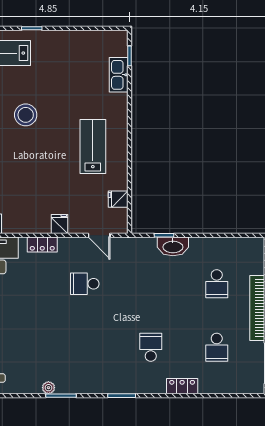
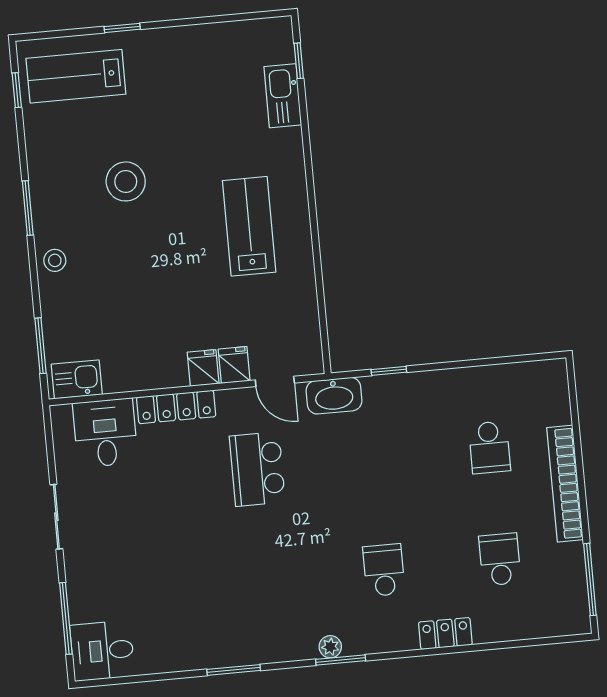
fridge: (118, 199) -> (234, 365), moved, turned 90
locker: (42, 245) -> (176, 407), width x1.53
washbasin: (173, 246) -> (334, 396), moved
school desk: (85, 284) -> (257, 469), width x1.85
school desk: (217, 347) -> (500, 559), turned 180
plant: (48, 388) -> (330, 647), moved

